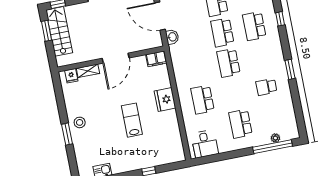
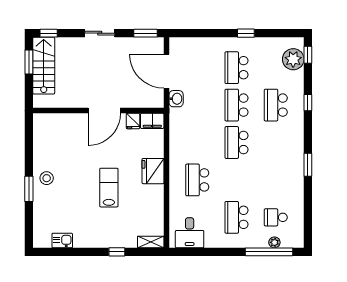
shelving: (88, 71) -> (151, 242), moved
fridge: (71, 76) -> (133, 121), moved
school desk: (266, 87) -> (276, 217), moved

